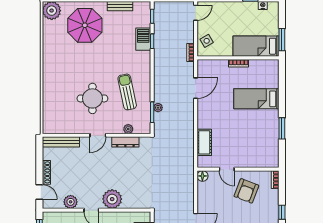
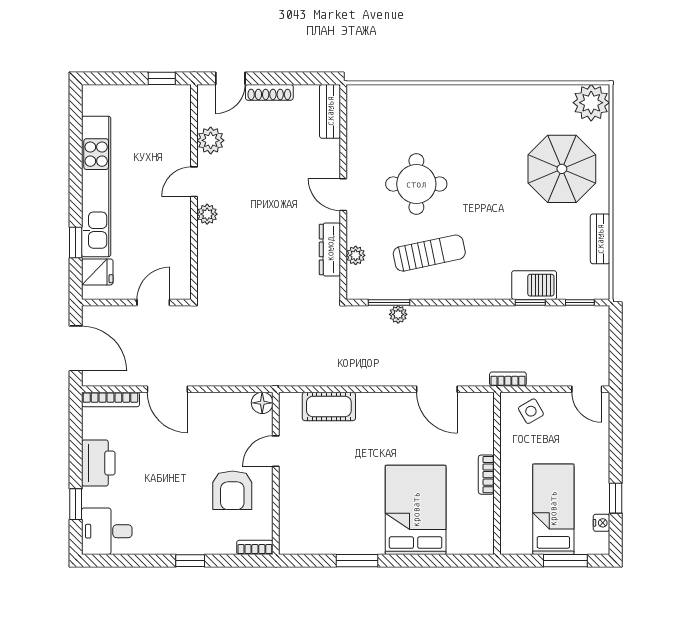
window: (282, 40) -> (565, 561), moved
bed: (256, 46) -> (553, 509), moved
bed: (256, 99) -> (416, 510), width x1.50
bench: (61, 142) -> (330, 111), width x0.73
armchair: (246, 191) -> (232, 490), turned -111
plant: (112, 199) -> (207, 214), width x0.53, depth x0.53

